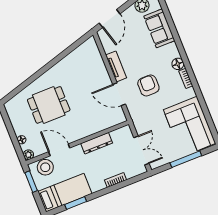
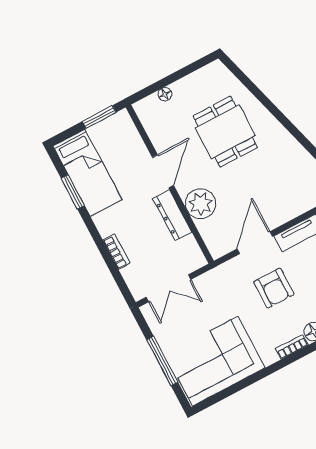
armchair: (148, 86) -> (274, 288), turned 90
door: (59, 150) -> (163, 171), moved
plant: (28, 155) -> (201, 204), moved, width x1.88, depth x1.88
stool: (45, 167) -> (125, 137), removed

